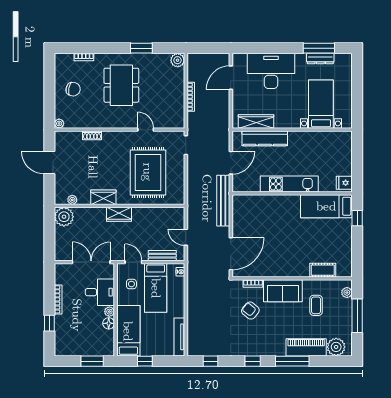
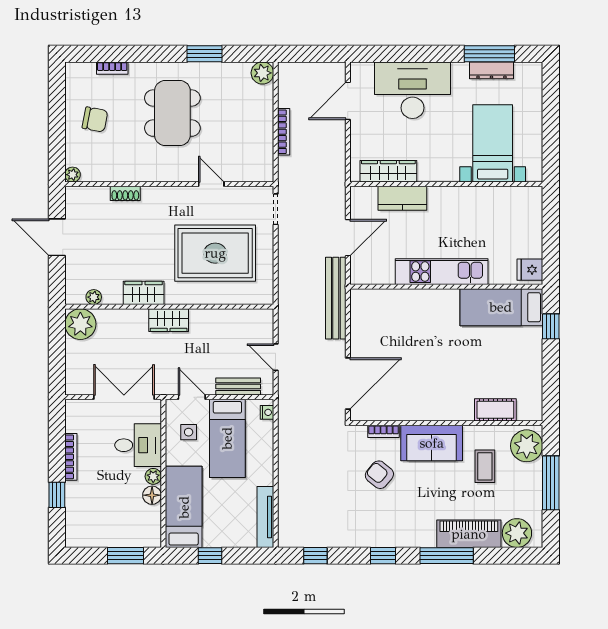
kitchen counter: (265, 138) -> (402, 198), width x0.67
rug: (148, 172) -> (215, 253), turned 90
plant: (347, 293) -> (527, 446), width x1.88, depth x1.88

